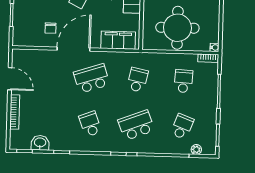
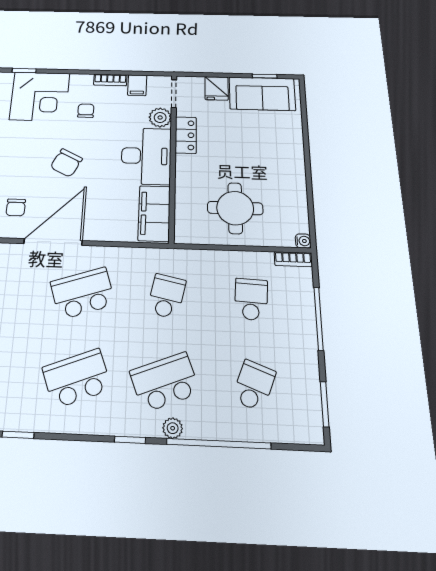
round table: (177, 28) -> (235, 208), width x0.73, depth x0.73
filing cabinet: (118, 40) -> (154, 213), moved, turned -90
school desk: (90, 124) -> (77, 378), width x1.85
plant: (196, 149) -> (173, 428), moved

